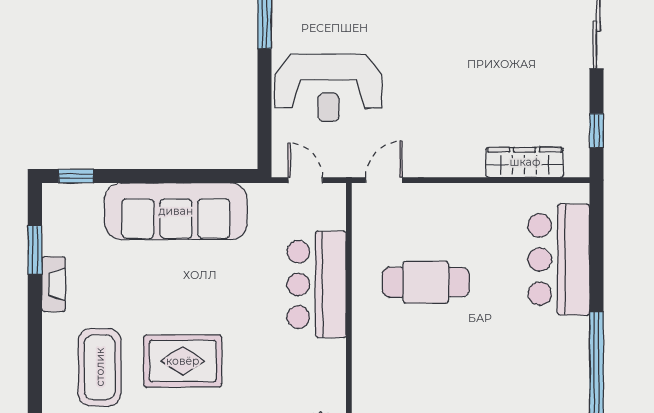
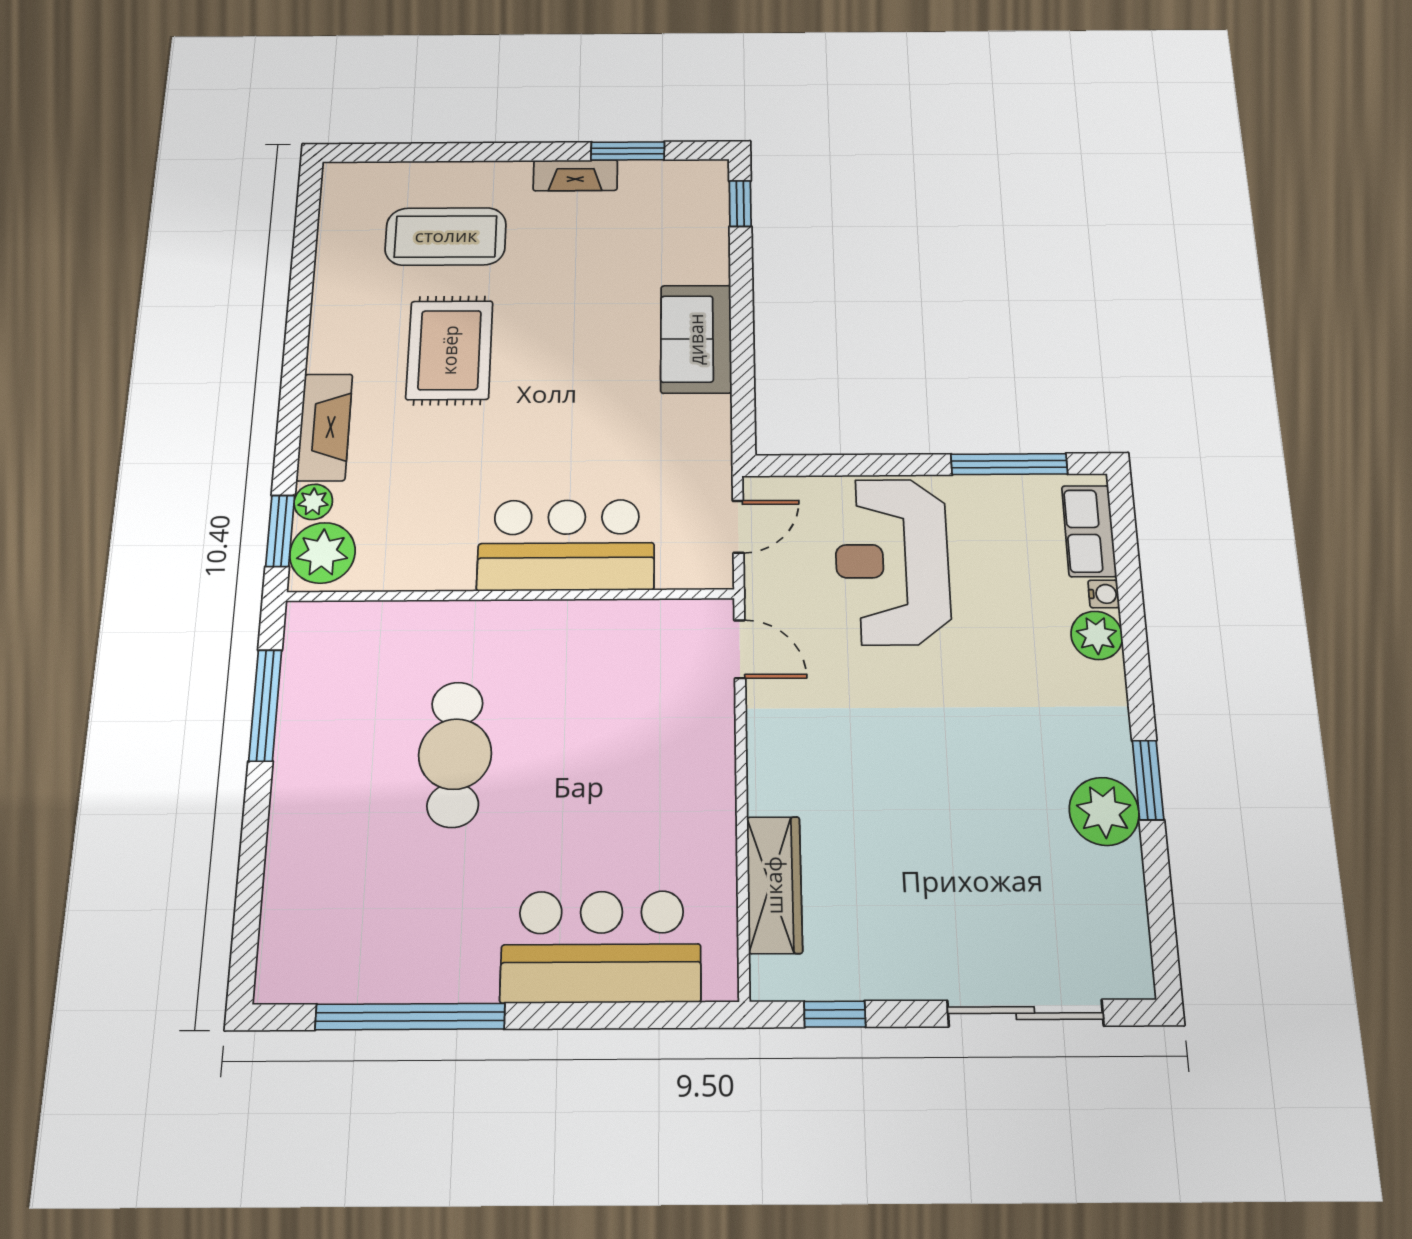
sofa: (176, 211) -> (696, 339), width x0.54, depth x0.79
cafe table: (426, 282) -> (455, 754), moved

